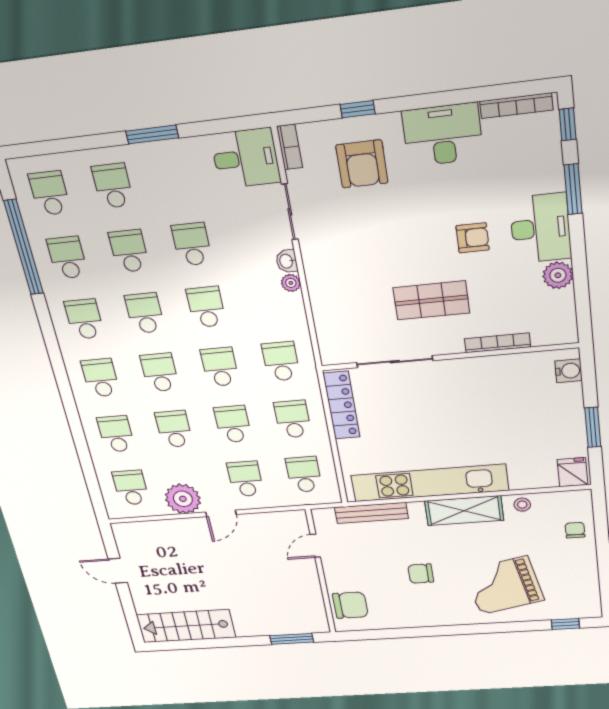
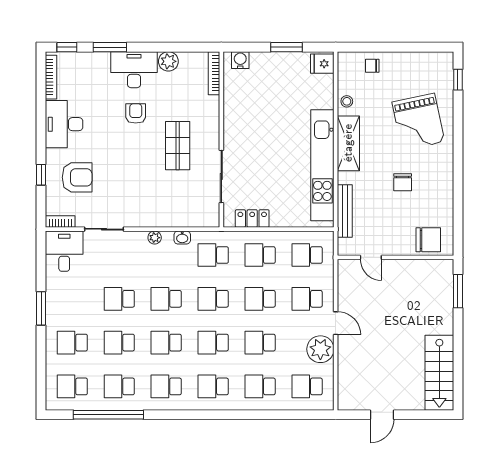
washbasin: (287, 261) -> (182, 238), moved
bookcase: (498, 343) -> (214, 73), moved
locker: (342, 405) -> (252, 219), width x0.66
chair: (350, 605) -> (428, 240), turned 90

